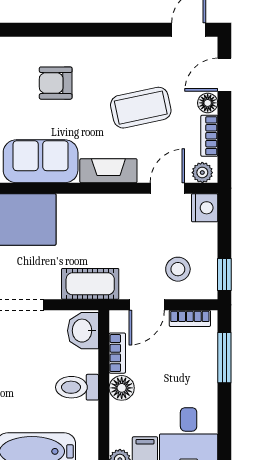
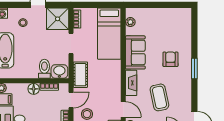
window: (76, 30) -> (194, 69), added
door: (147, 305) -> (71, 100), swing flipped
toilet: (77, 387) -> (44, 69), moved

